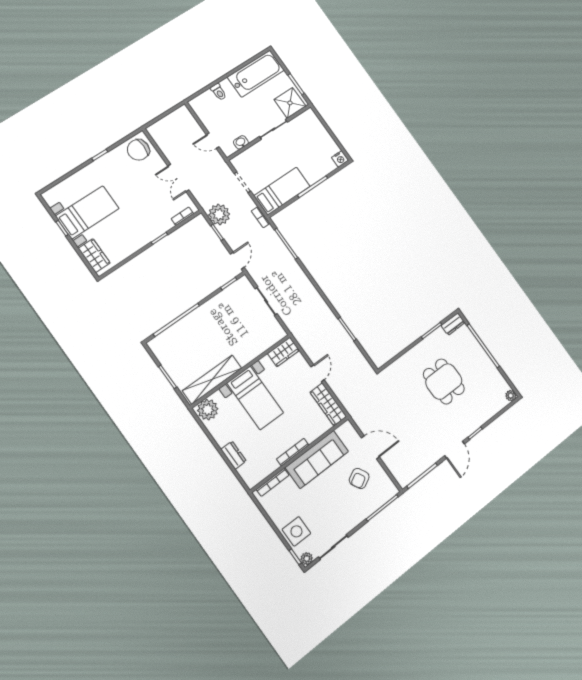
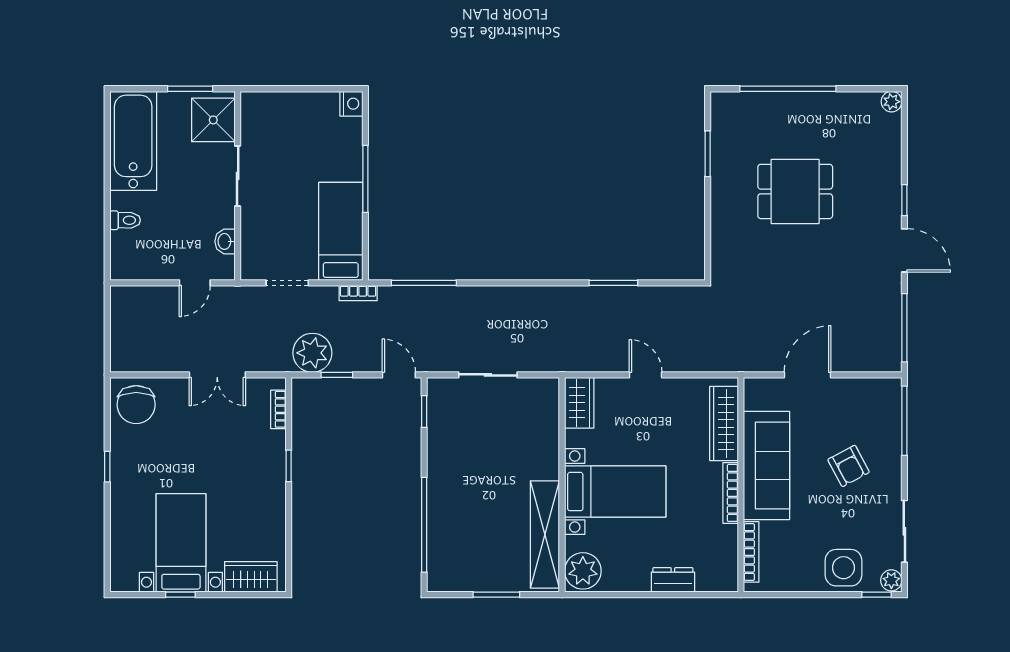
dresser: (453, 324) -> (722, 112), removed
wardrobe: (328, 404) -> (724, 423), moved, turned 90
armchair: (359, 478) -> (849, 466), moved

